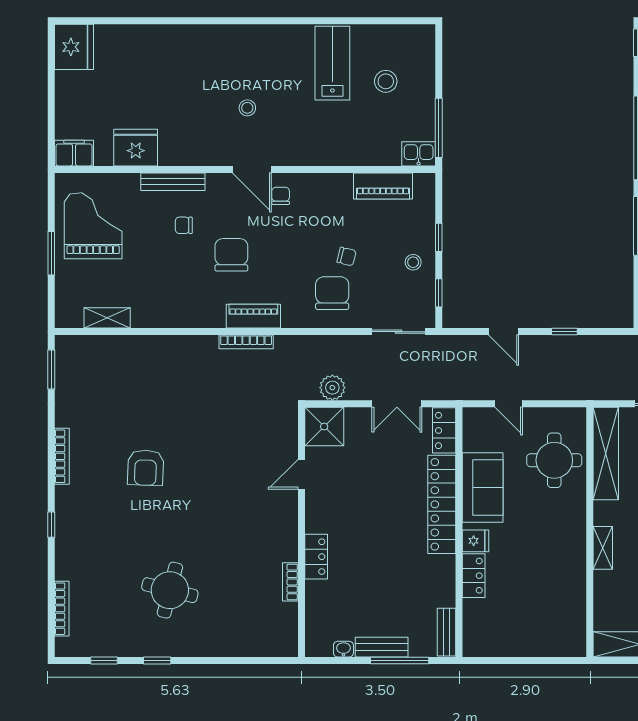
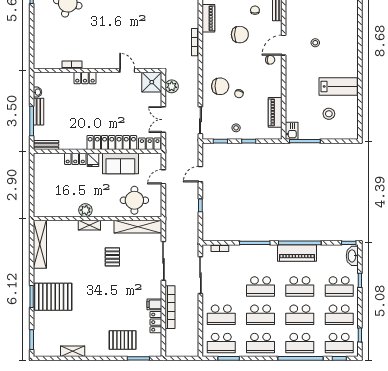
piano: (253, 316) -> (208, 18), moved
plant: (574, 556) -> (85, 210), added

